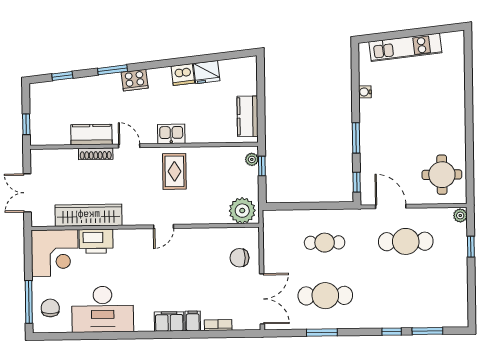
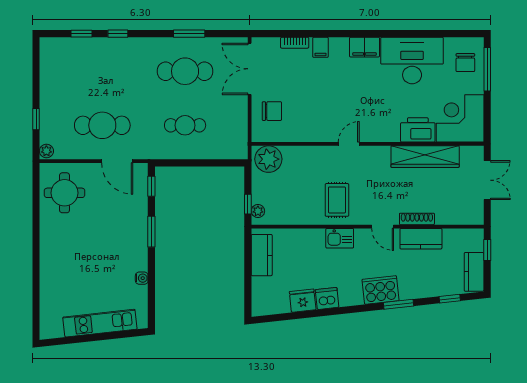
cooker: (135, 80) -> (381, 290), width x1.37, depth x1.31
kitchen counter: (39, 103) -> (474, 272), added
filing cabinet: (169, 322) -> (364, 47), moved
window: (427, 331) -> (81, 34), width x0.67

